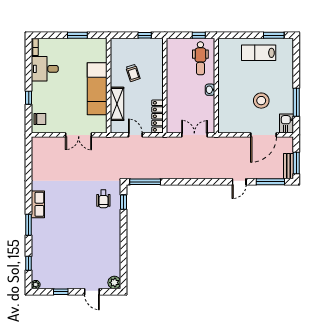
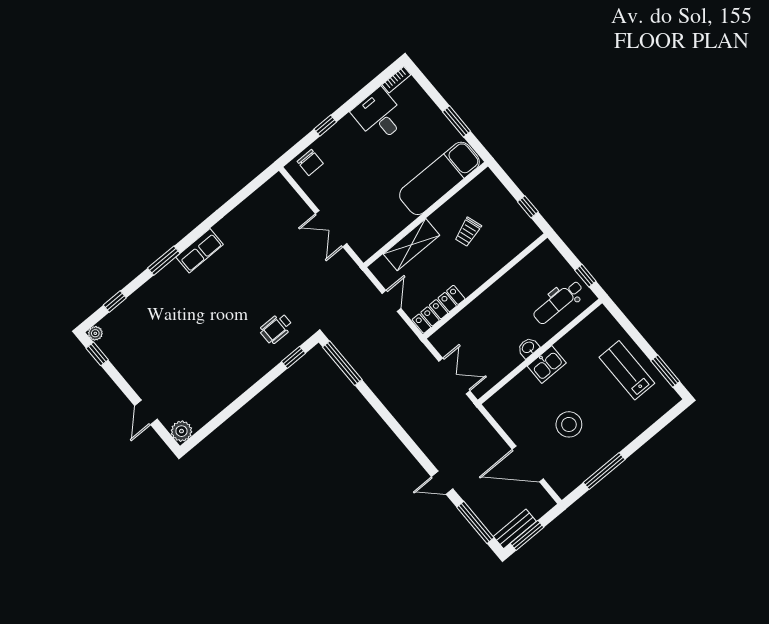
exam couch: (97, 89) -> (439, 178), moved
kitchen sink: (287, 124) -> (547, 365), moved, turned 180
window: (61, 292) -> (97, 354), moved

